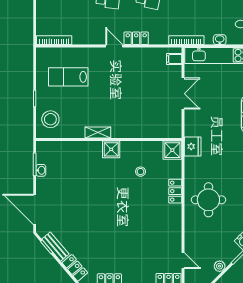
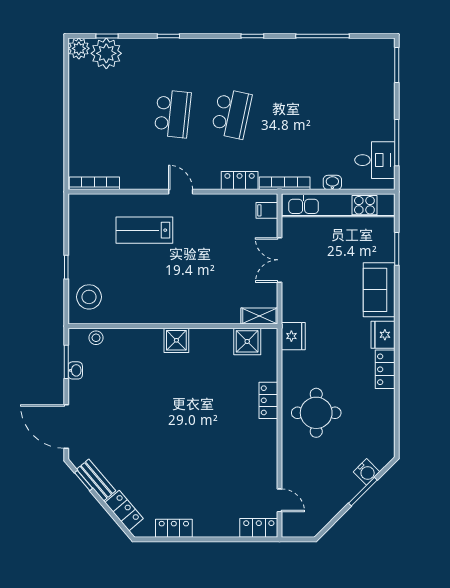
locker: (136, 38) -> (240, 181), moved
lab bench: (68, 77) -> (144, 230), moved
double door: (183, 94) -> (280, 260), swing flipped
shelving: (98, 132) -> (259, 316), moved
shower: (172, 150) -> (247, 341), moved
stool: (141, 172) -> (96, 338), moved
plant: (220, 266) -> (332, 508), removed

